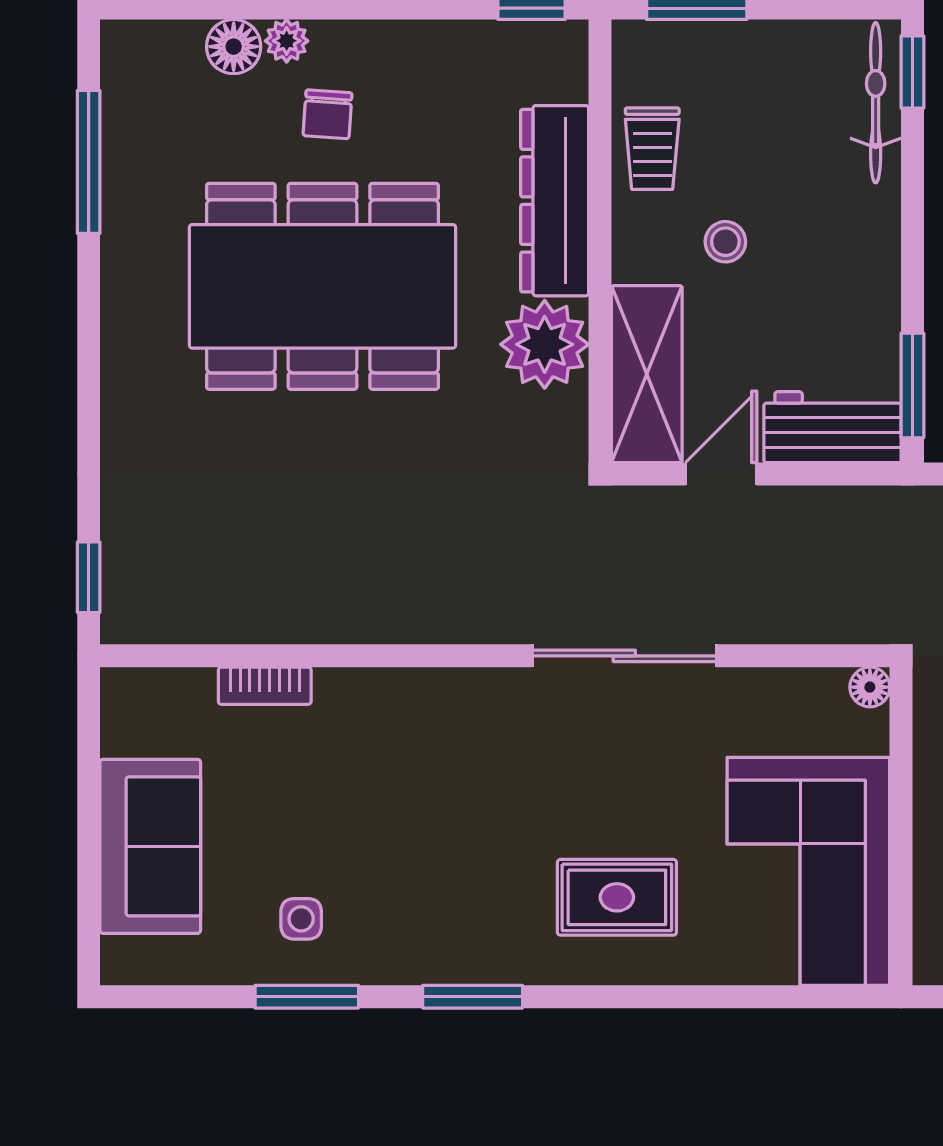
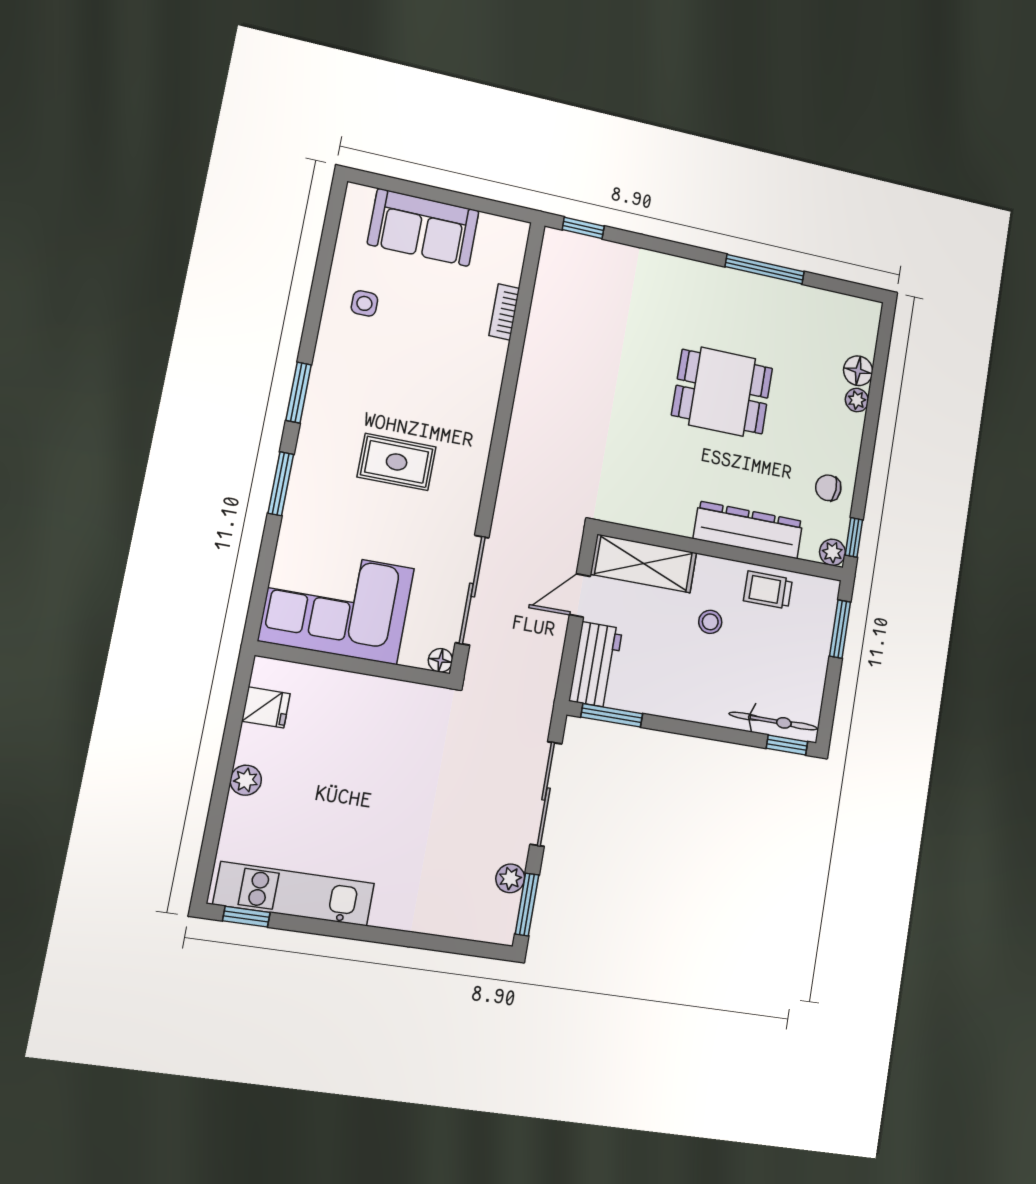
chair: (328, 114) -> (828, 488), moved
window: (89, 162) -> (765, 269), moved
dining table: (323, 286) -> (722, 392), width x0.53, depth x0.80
plant: (545, 344) -> (832, 552), moved, width x0.53, depth x0.53
door: (721, 474) -> (580, 595), swing flipped
sliding door: (624, 656) -> (472, 590), moved
rug: (617, 897) -> (397, 462), moved, turned 90
window: (307, 997) -> (281, 484), moved

